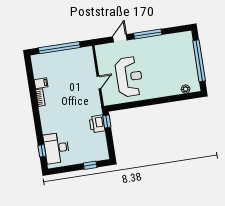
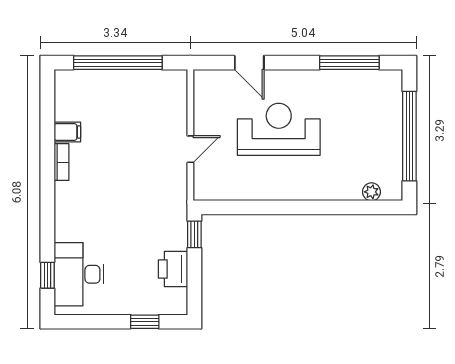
window: (148, 34) -> (349, 63), moved
door: (120, 38) -> (249, 63), swing flipped
reception desk: (129, 77) -> (279, 129), moved, turned -90
printer: (97, 124) -> (173, 269), moved

